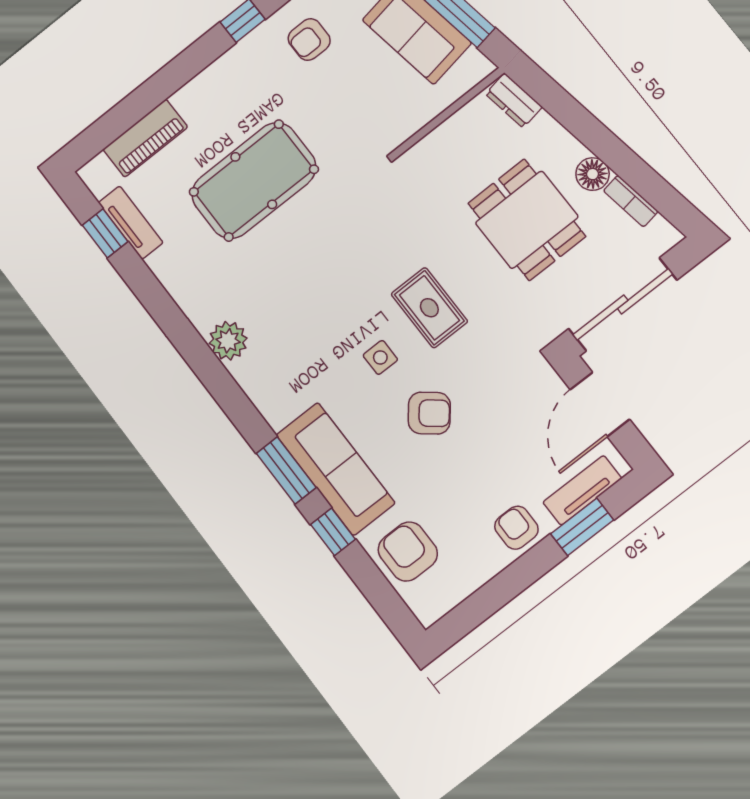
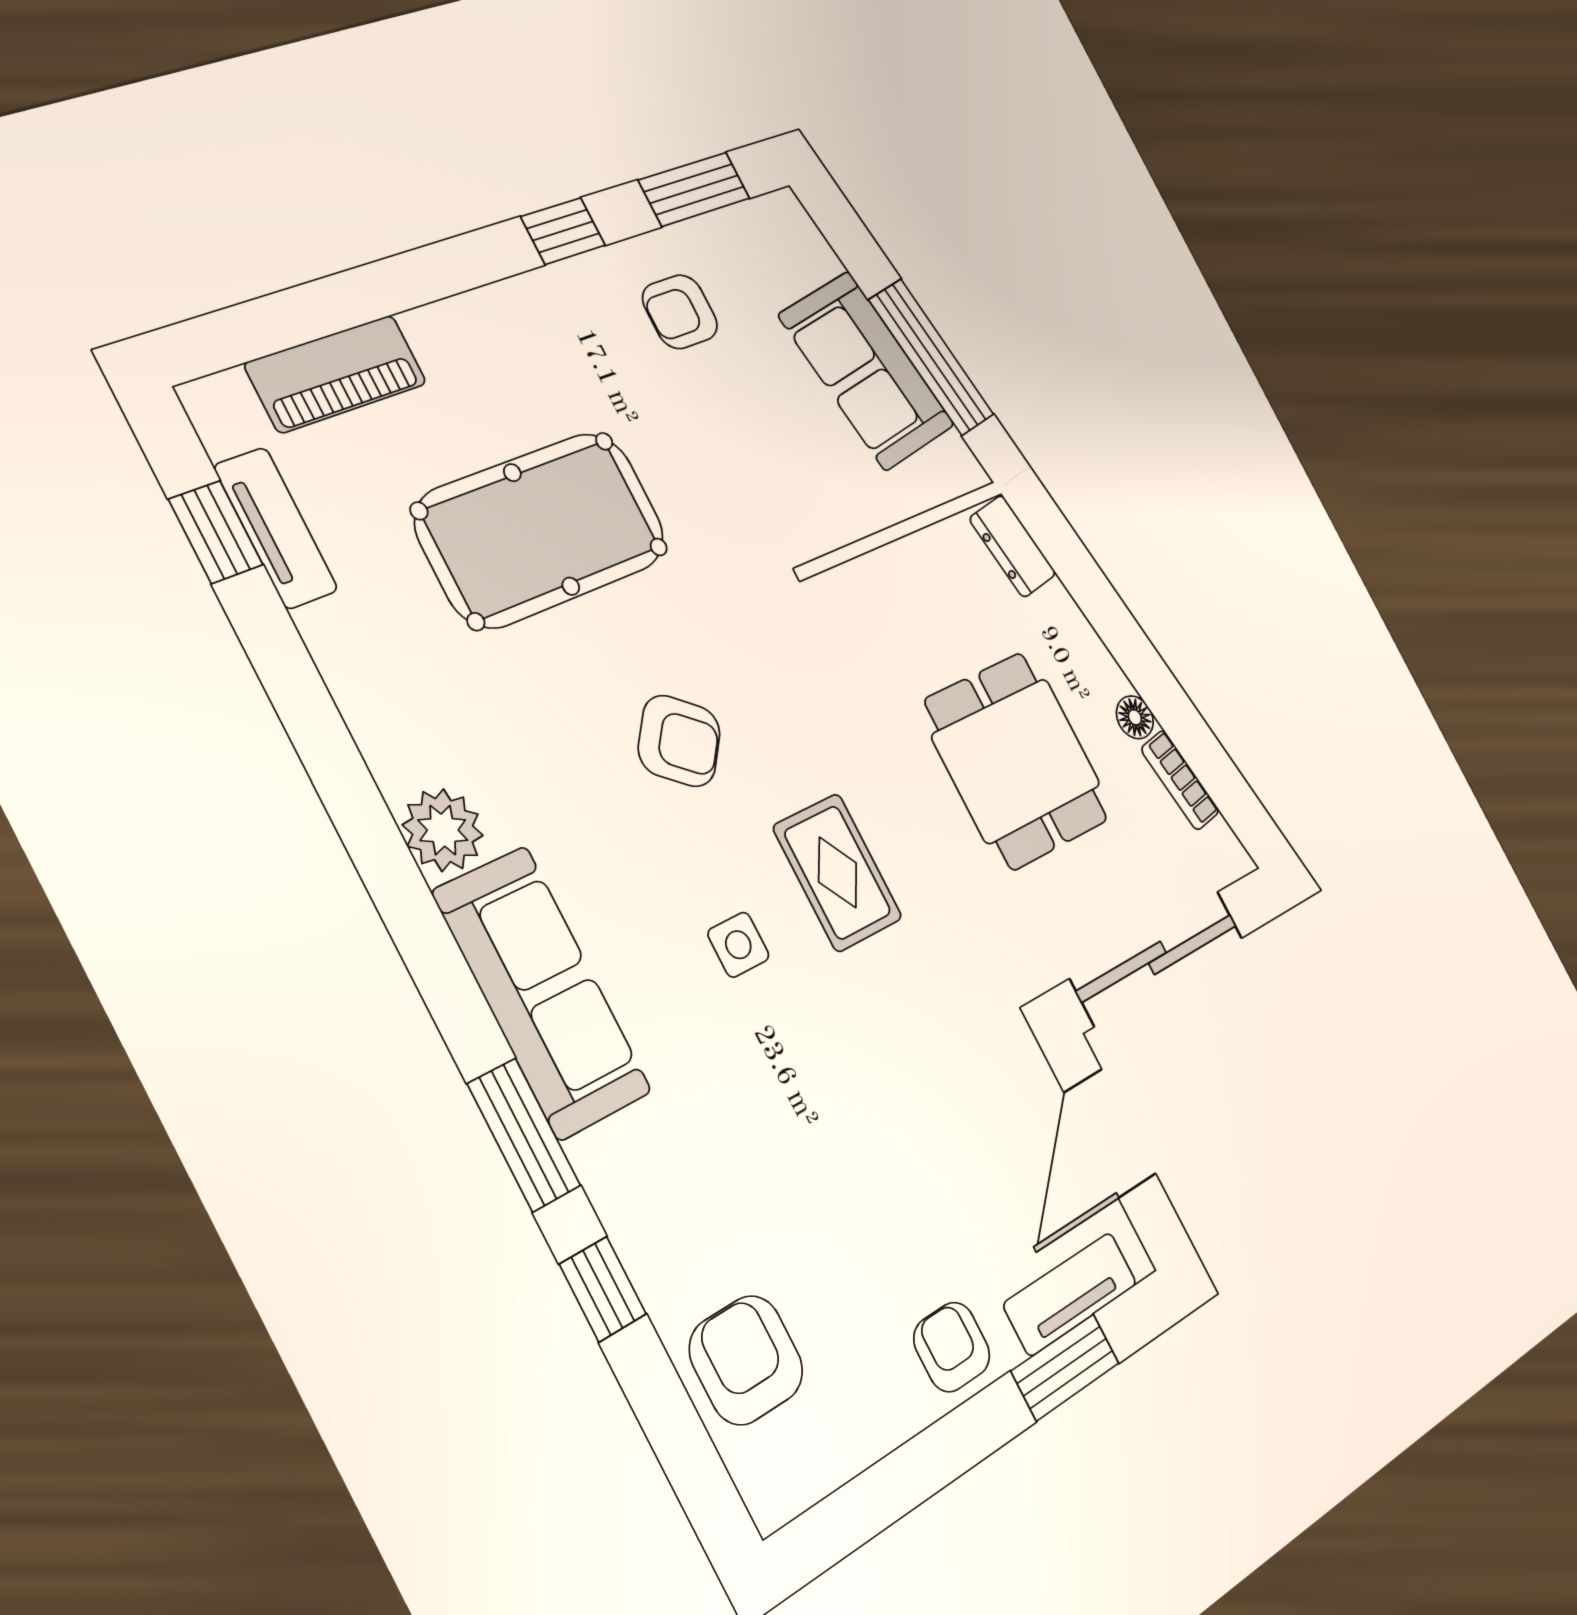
floor lamp: (593, 174) -> (1135, 717), width x0.73, depth x0.73
armchair: (429, 413) -> (679, 741), moved
sofa: (335, 469) -> (542, 992), moved

